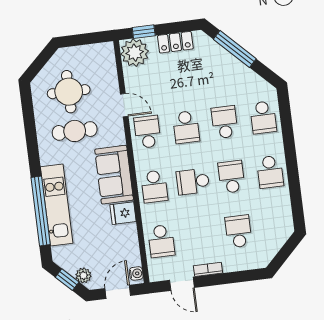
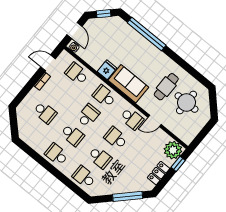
kitchen unit: (57, 205) -> (142, 44), removed
plant: (83, 275) -> (98, 23), removed

